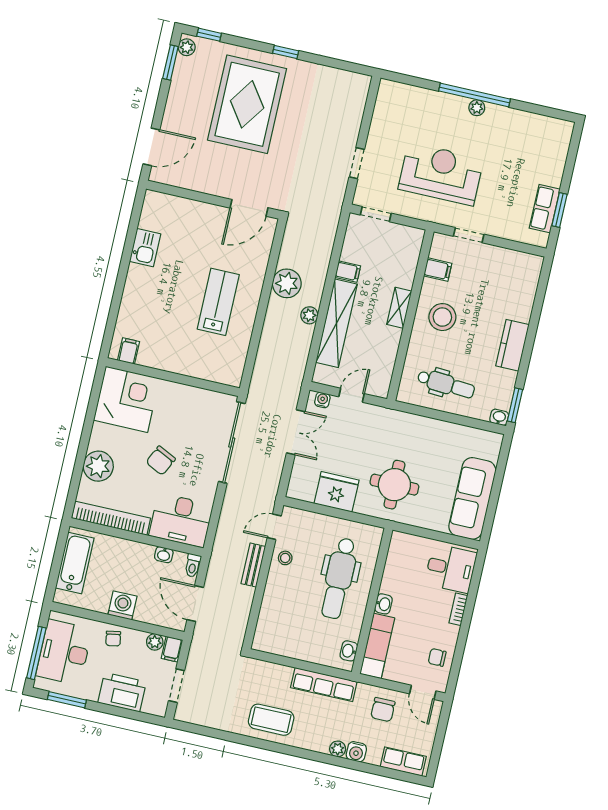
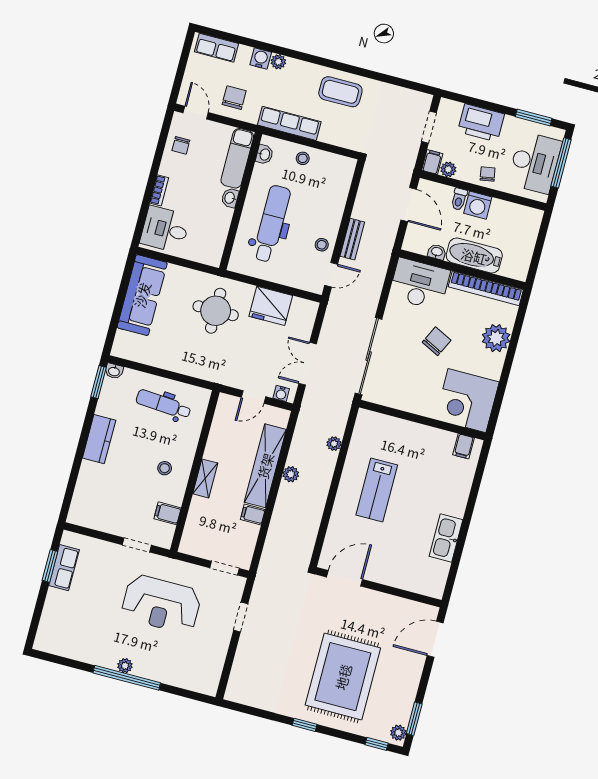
kitchen sink: (145, 248) -> (446, 538), width x1.38
plant: (287, 283) -> (334, 444), moved, width x0.53, depth x0.53
stool: (442, 317) -> (165, 468), width x0.53, depth x0.53
bathtub: (75, 563) -> (474, 256), moved, turned 90
toilet: (193, 565) -> (459, 199), moved, turned 180
stool: (308, 648) -> (303, 158), added
chair: (437, 657) -> (181, 145), turned 90

